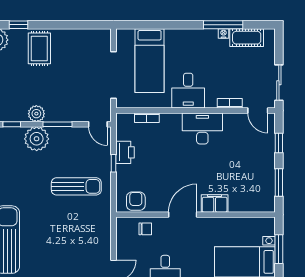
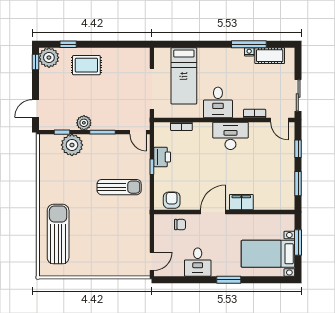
rug: (39, 48) -> (86, 65), turned 90
plant: (37, 139) -> (72, 145), moved

